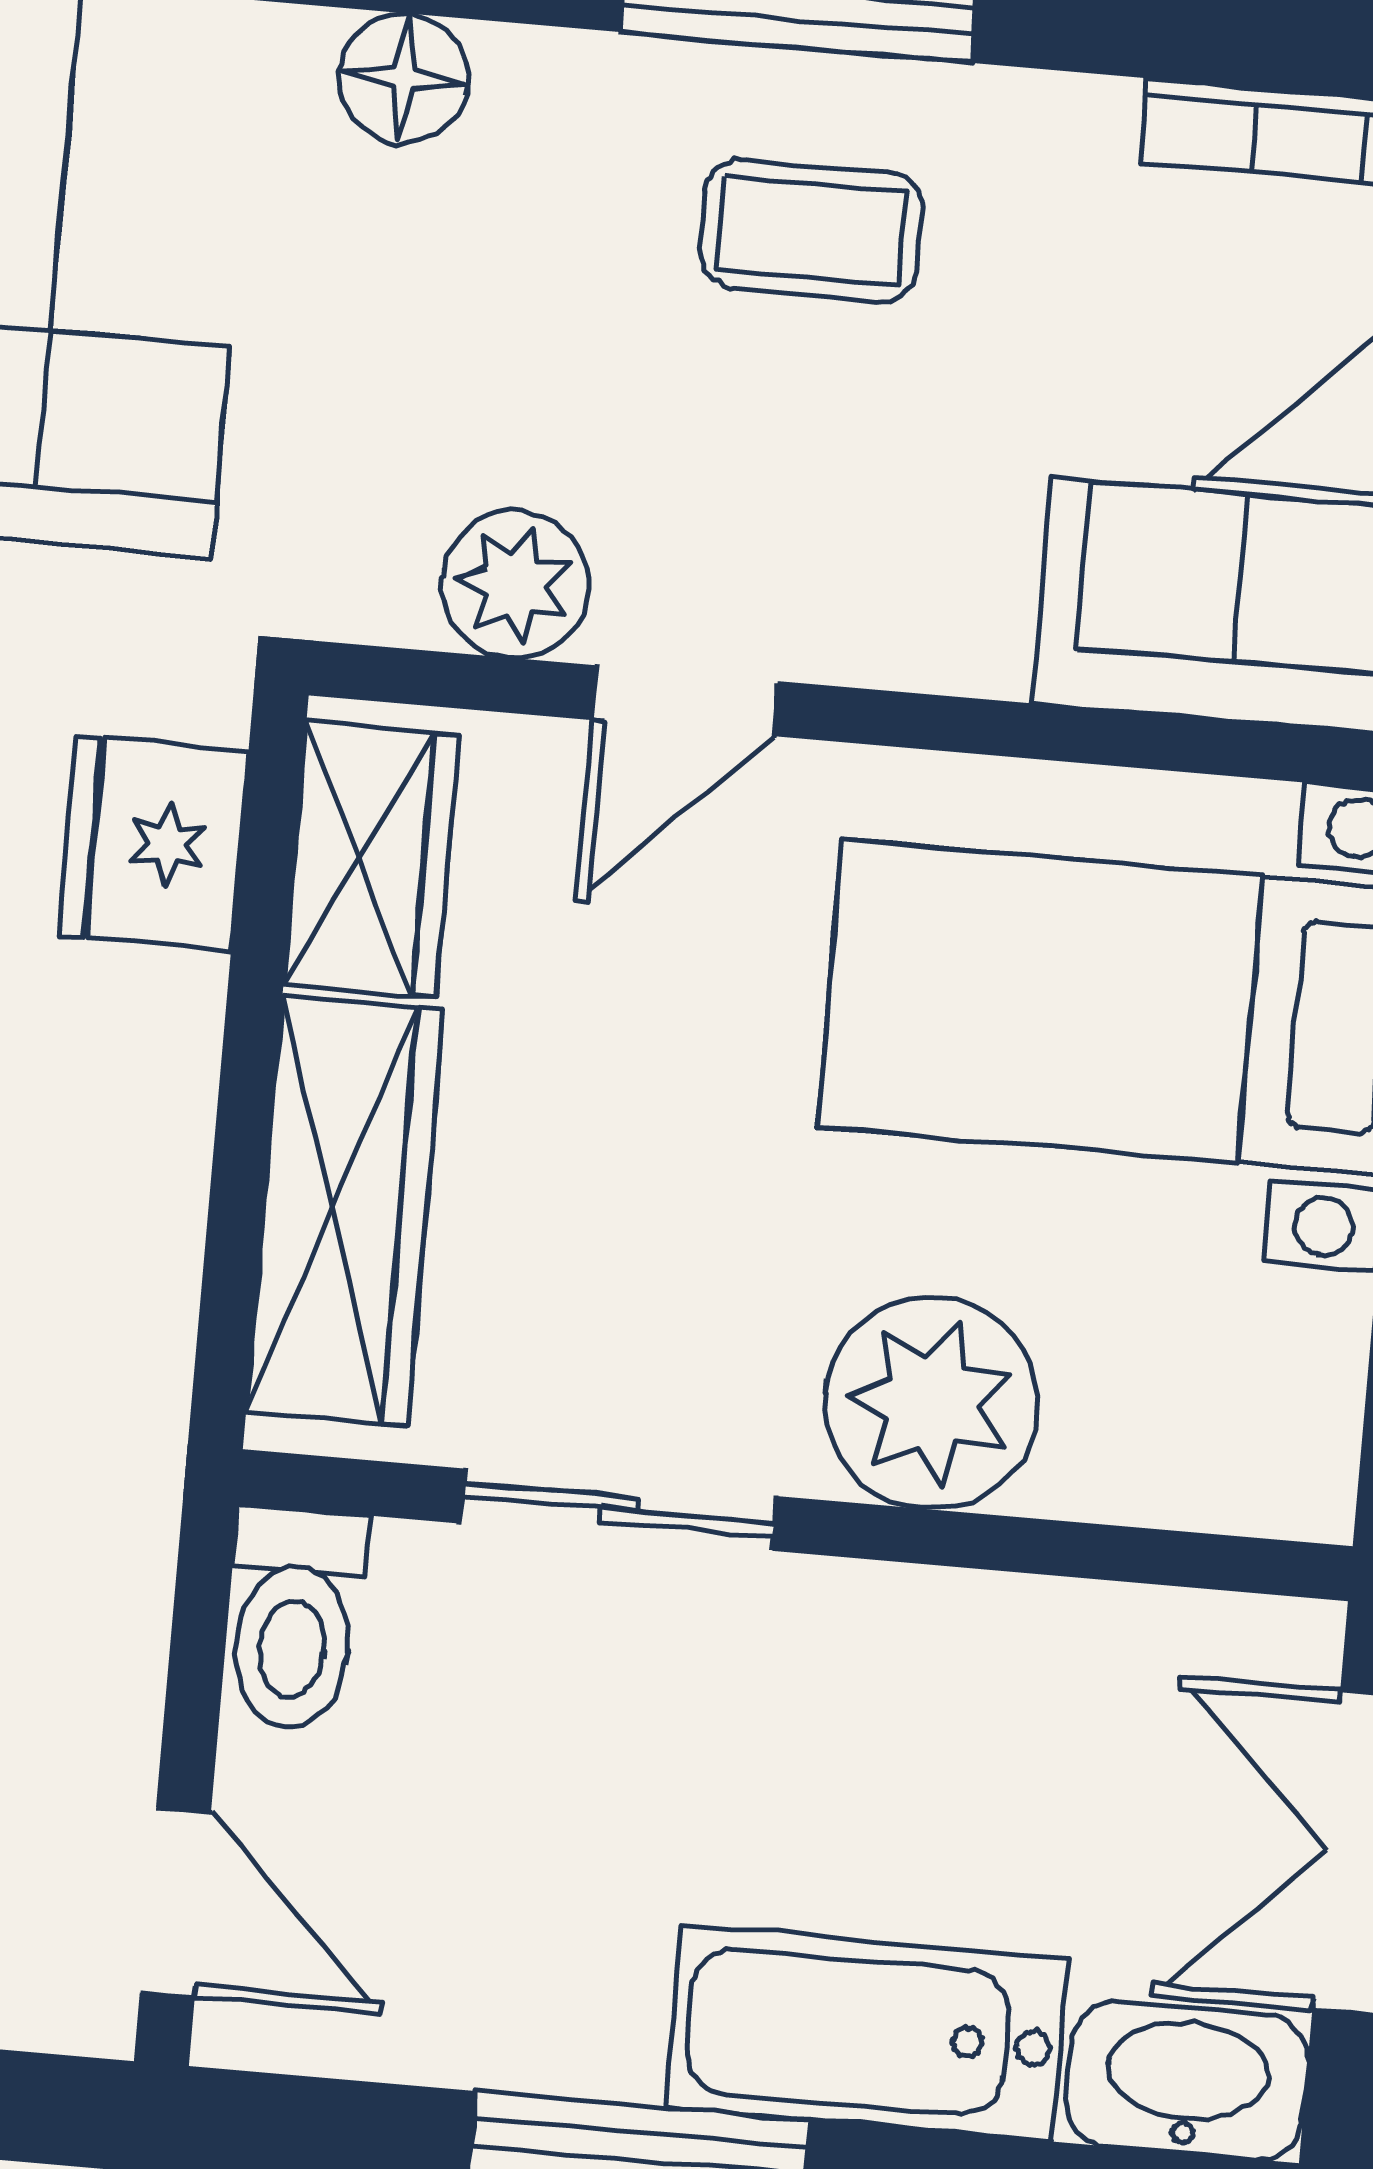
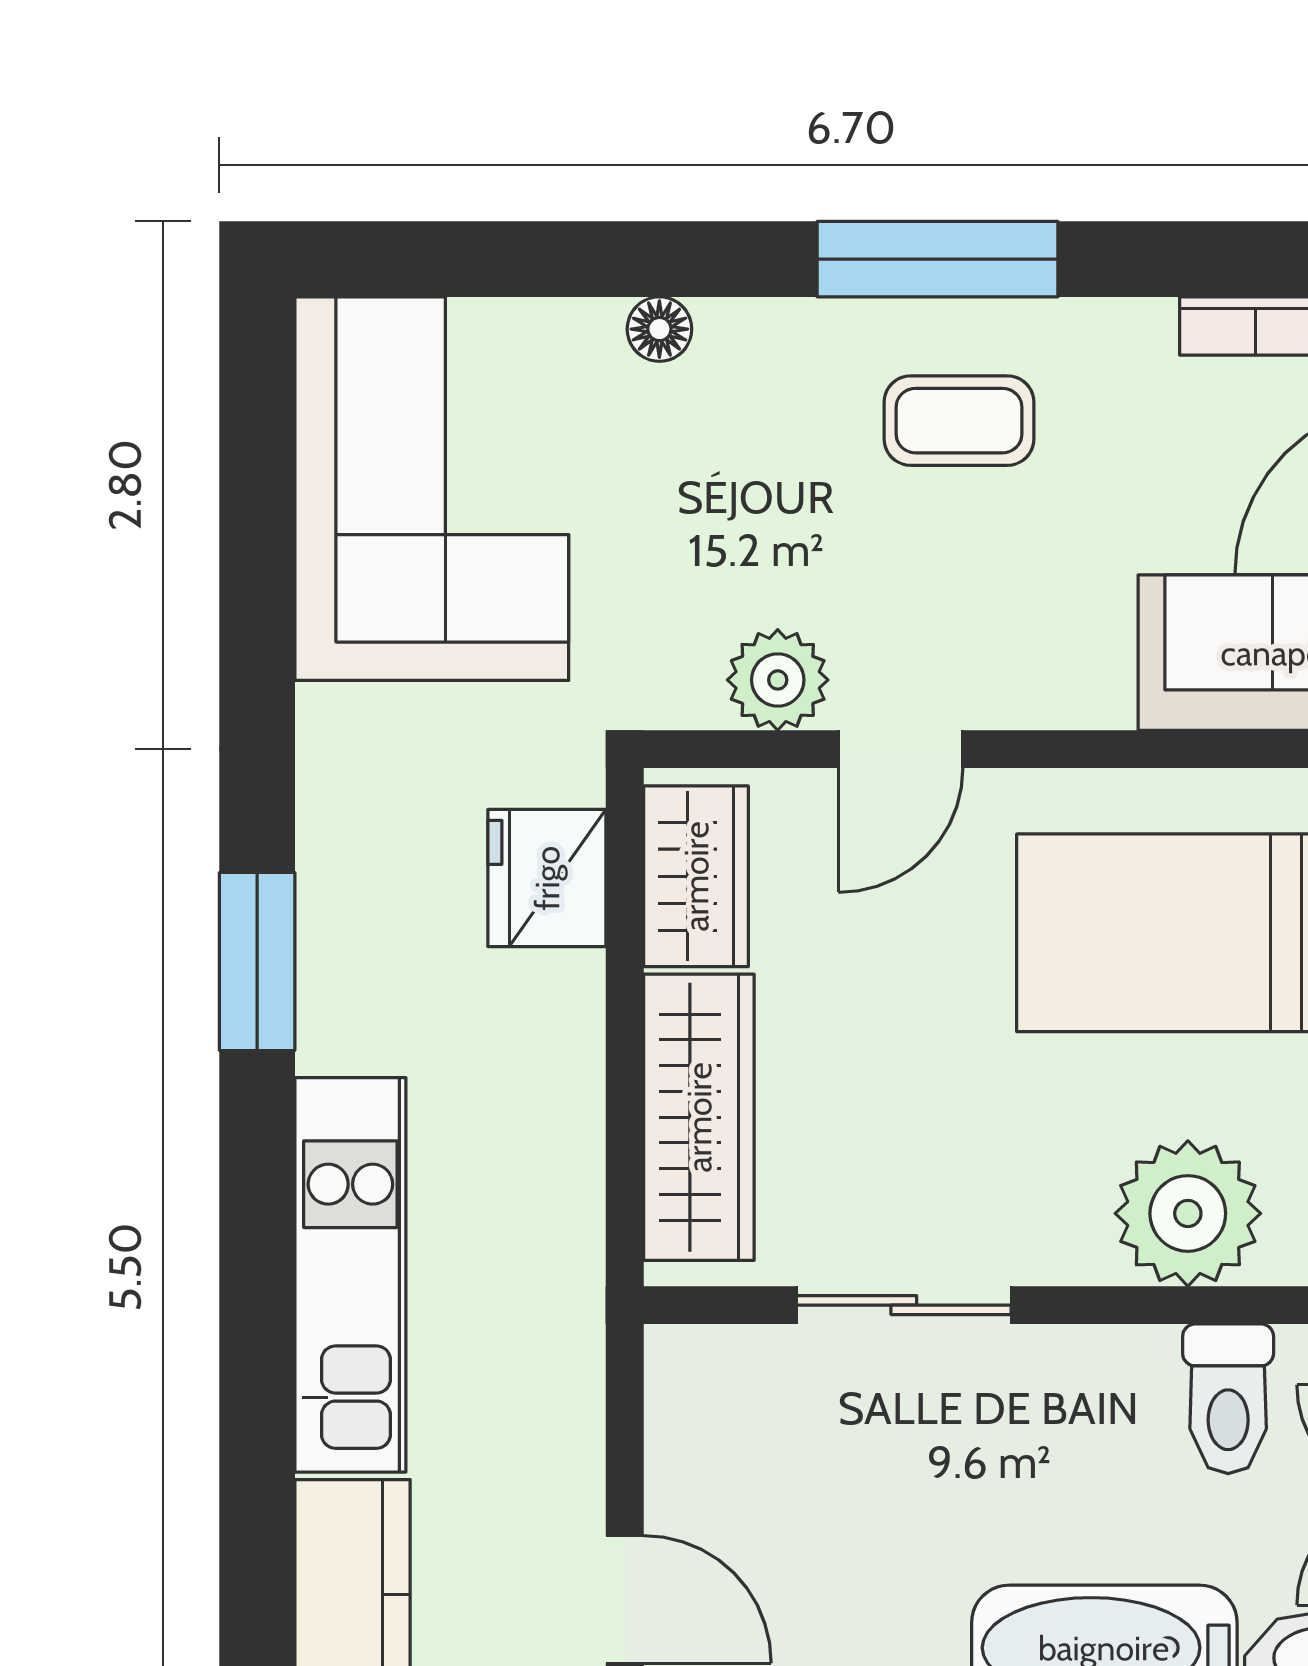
floor lamp: (404, 78) -> (659, 329), width x0.73, depth x0.73
plant: (932, 1403) -> (1188, 1213), moved
toilet: (295, 1619) -> (1228, 1399), moved

